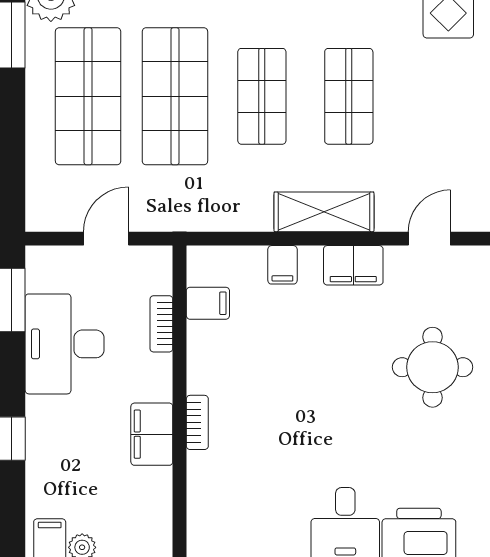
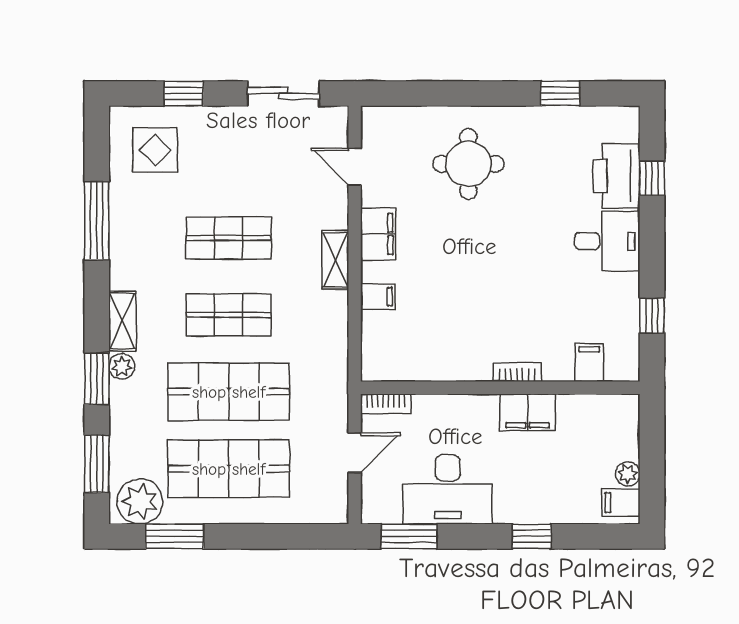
shelving: (324, 212) -> (335, 260), width x0.67, depth x0.75
door: (106, 239) -> (355, 453), swing flipped
filing cabinet: (208, 303) -> (589, 363), moved
bookcase: (161, 324) -> (386, 404), moved

